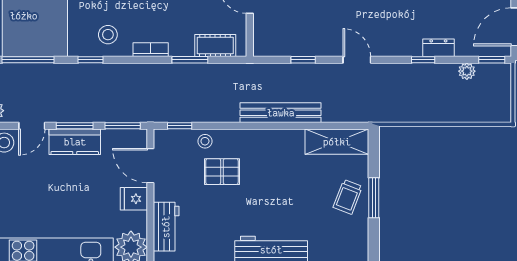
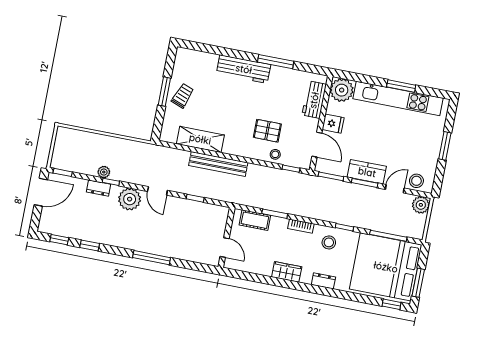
plant: (393, 41) -> (130, 199), added
plant: (467, 71) -> (104, 172), moved
shelving: (337, 142) -> (200, 139), moved

